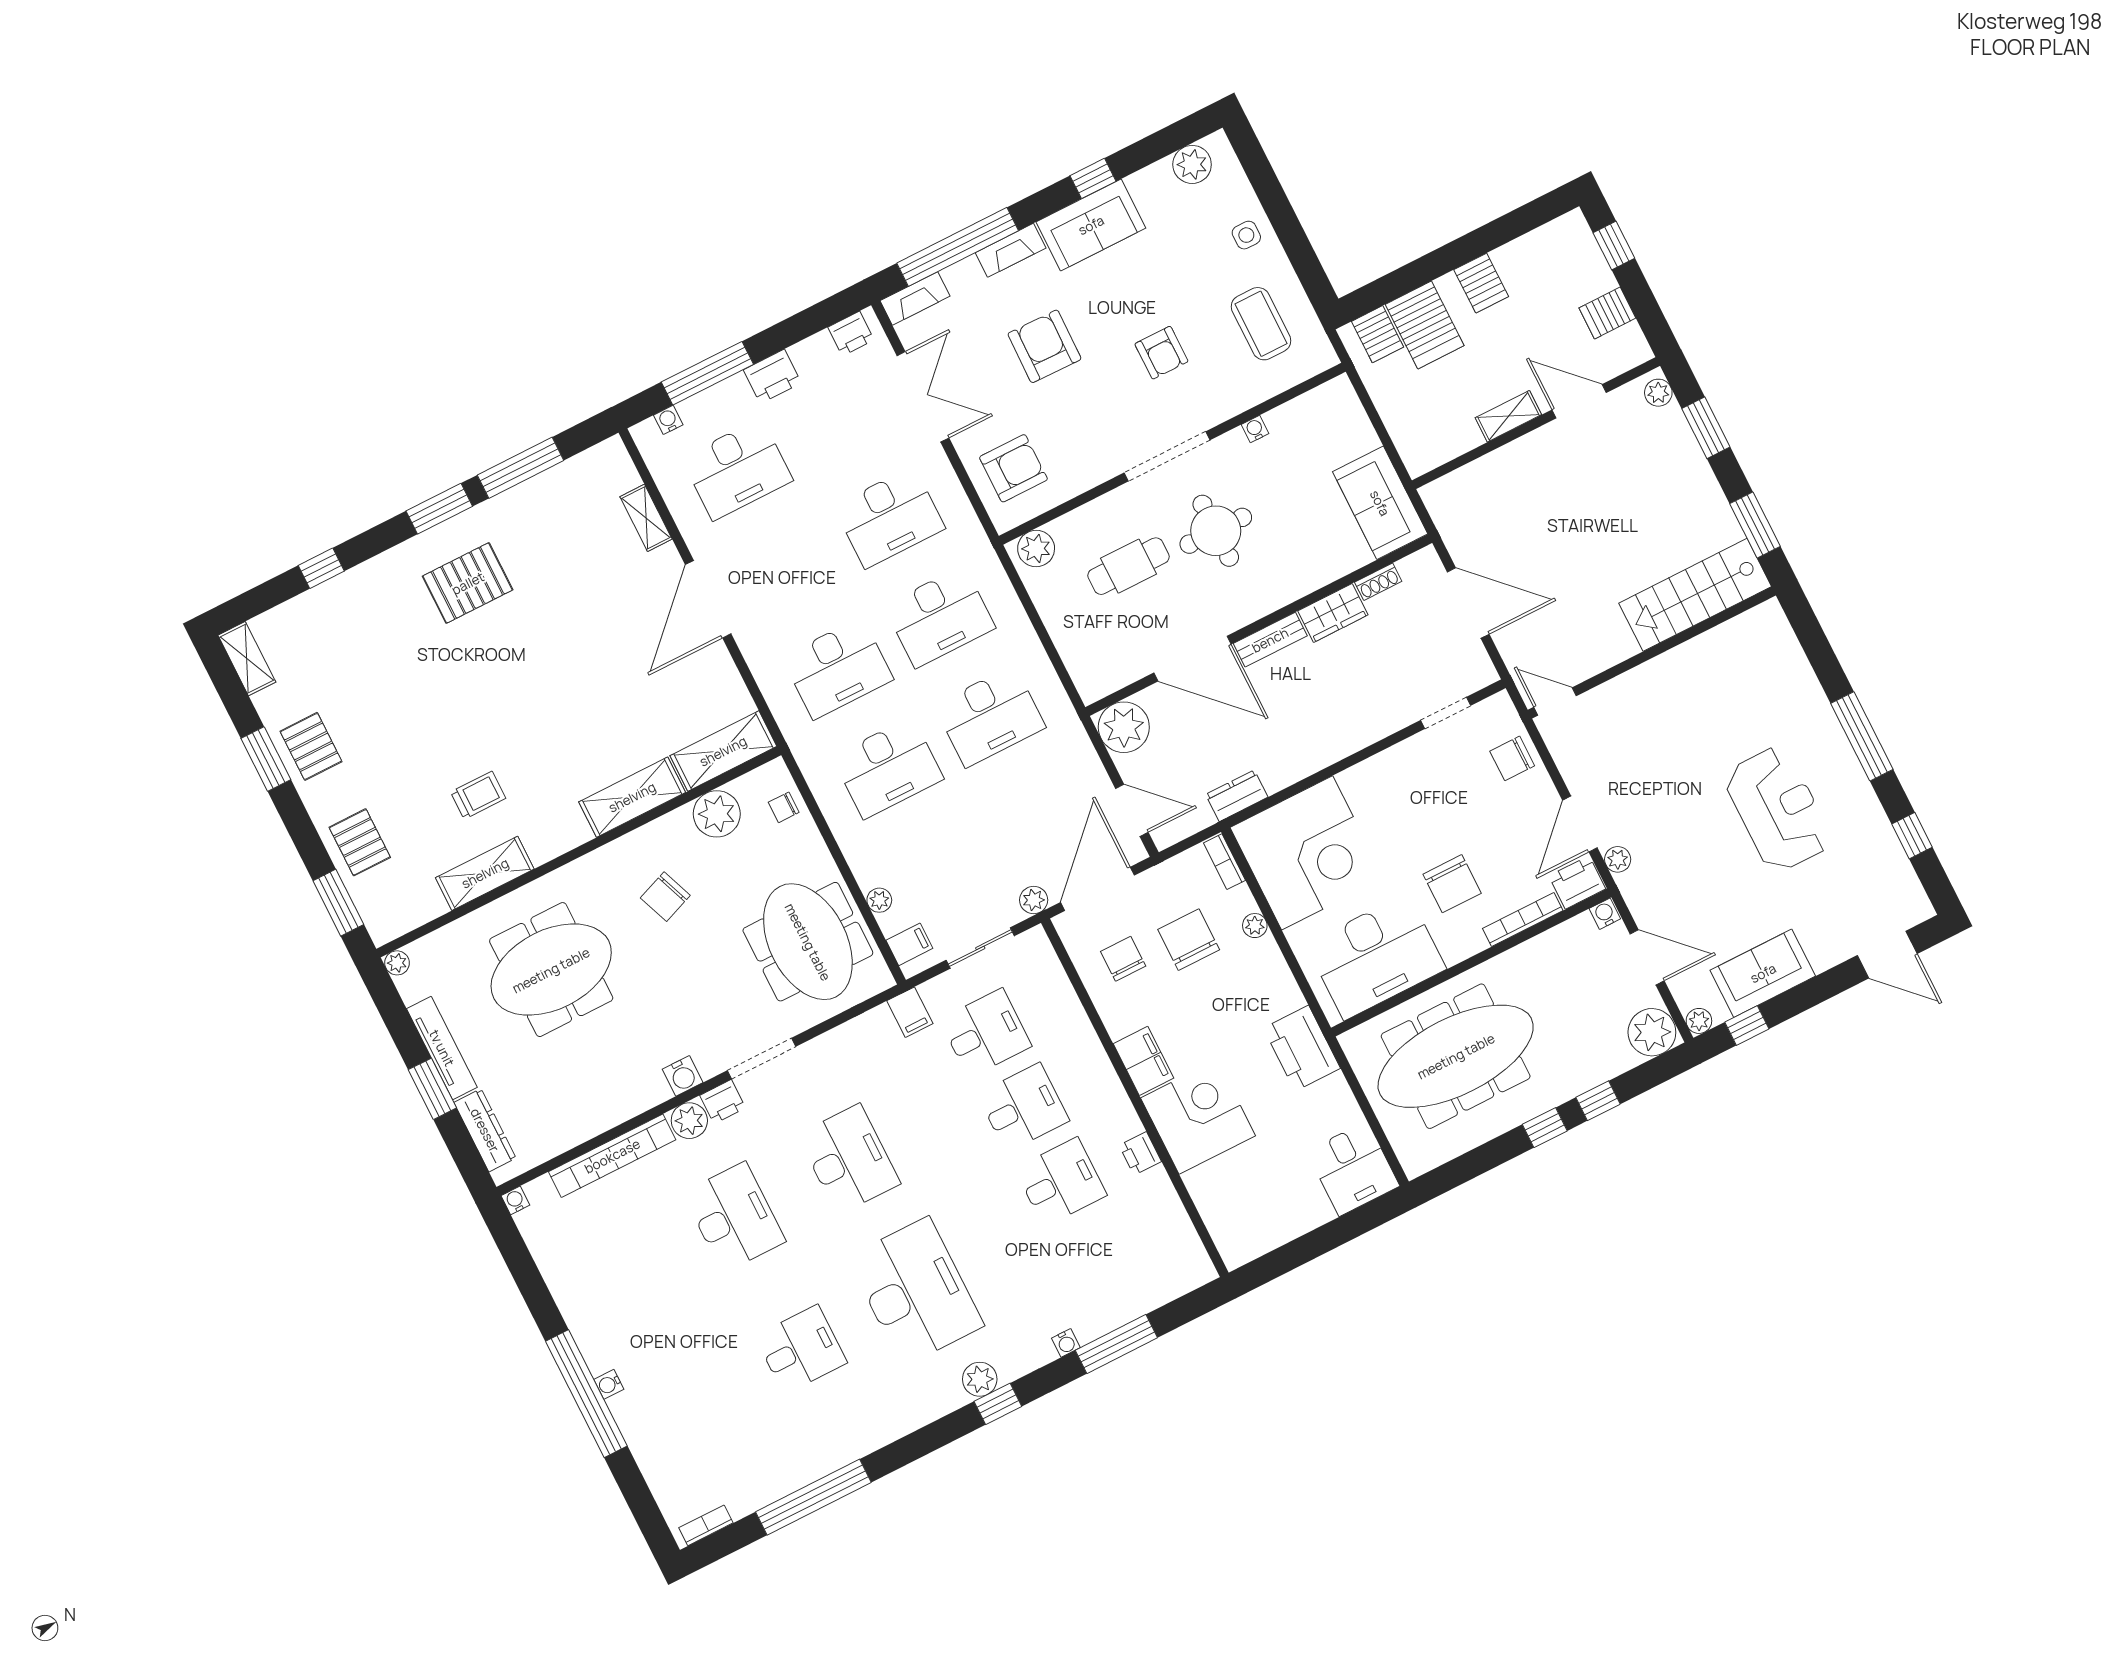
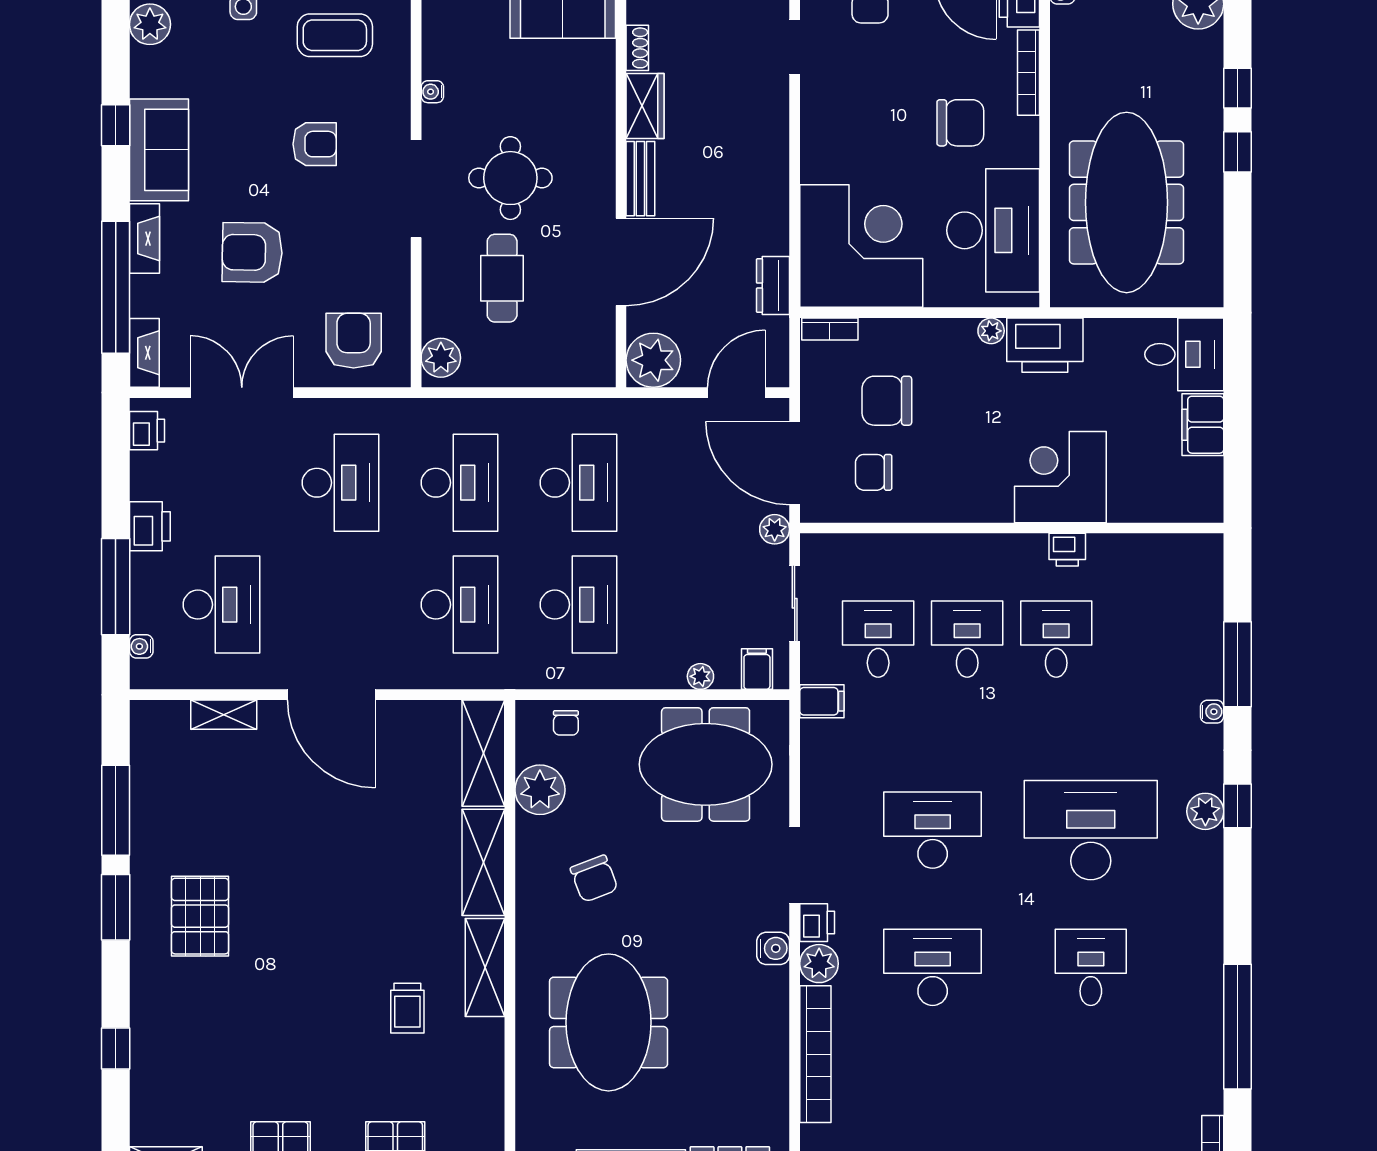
trolley: (478, 795) -> (407, 1008), turned 180
shelving: (485, 873) -> (485, 968), moved
plant: (1255, 926) -> (991, 331), moved
filing cabinet: (1143, 1061) -> (1203, 425), moved, turned -90

